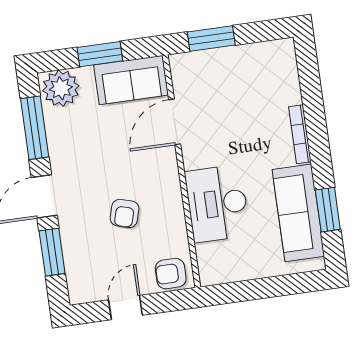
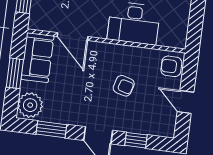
window: (35, 128) -> (51, 129), width x0.69
window: (52, 252) -> (136, 140), width x0.67
armchair: (171, 274) -> (171, 66), turned 90

